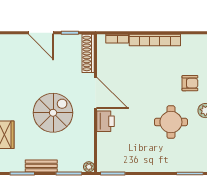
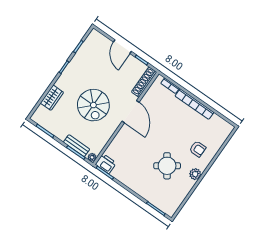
spiral stairs: (53, 113) -> (93, 105), turned 90
printer: (105, 121) -> (106, 164), moved, turned -90
round table: (171, 122) -> (167, 166), turned -35
bench: (41, 166) -> (77, 146), moved

